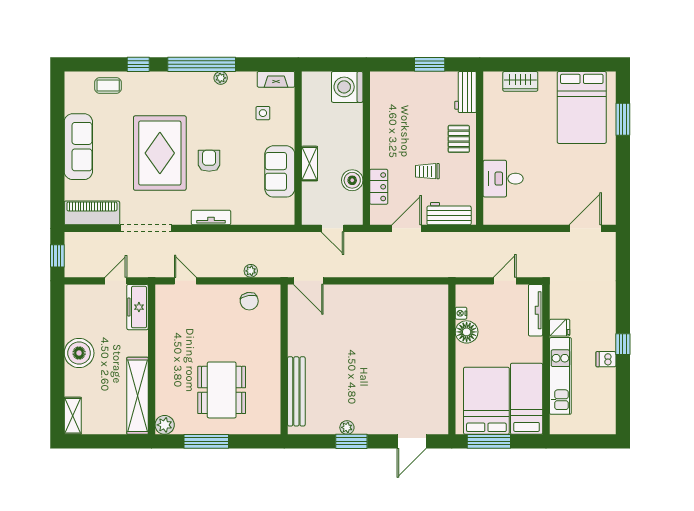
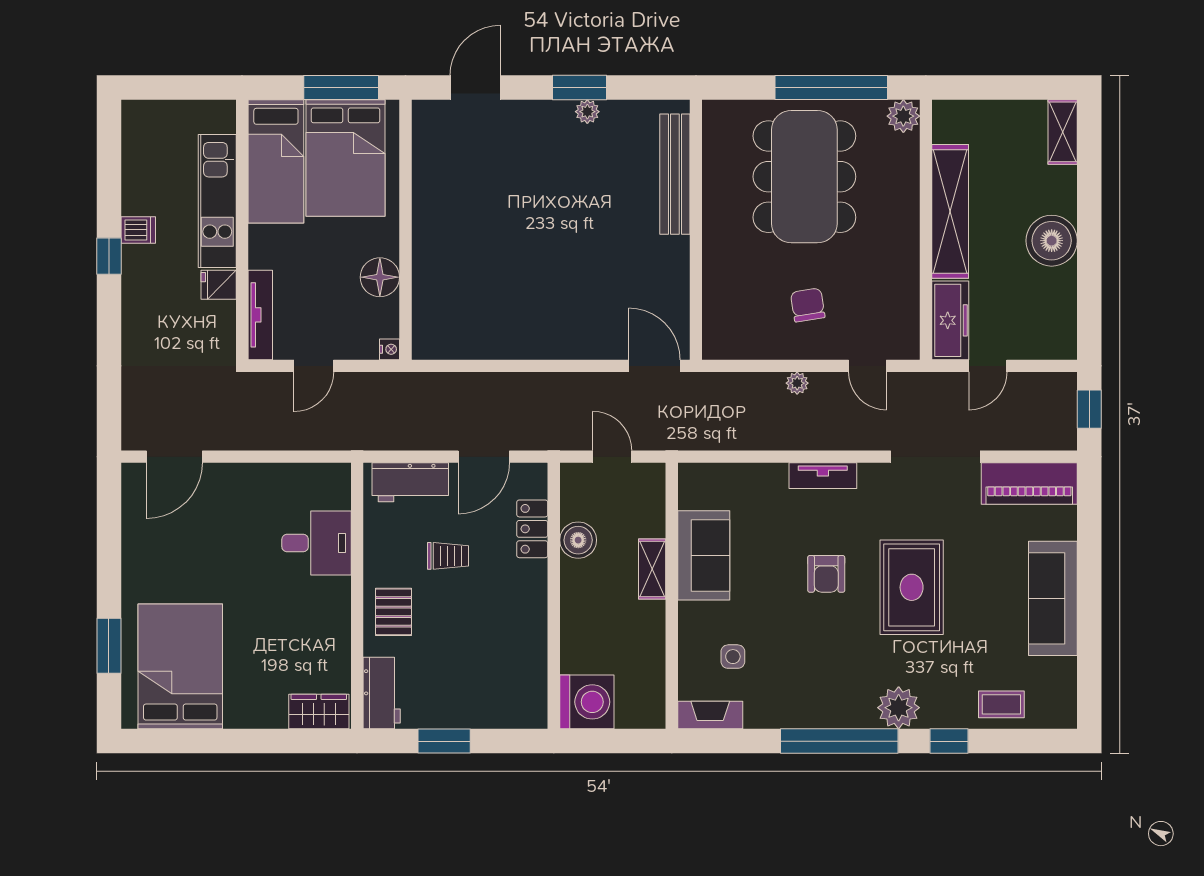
plant: (221, 78) -> (899, 708), moved, width x1.87, depth x1.87
wardrobe: (520, 81) -> (319, 712), moved
rug: (160, 153) -> (912, 587), width x0.73, depth x0.69
plant: (251, 271) -> (797, 383), moved
chair: (249, 301) -> (808, 305), moved
nightstand: (461, 313) -> (390, 349), moved
dining table: (222, 390) -> (804, 177), width x1.36, depth x1.24
shelving: (138, 396) -> (950, 211), moved
window: (206, 441) -> (831, 87), width x1.46

